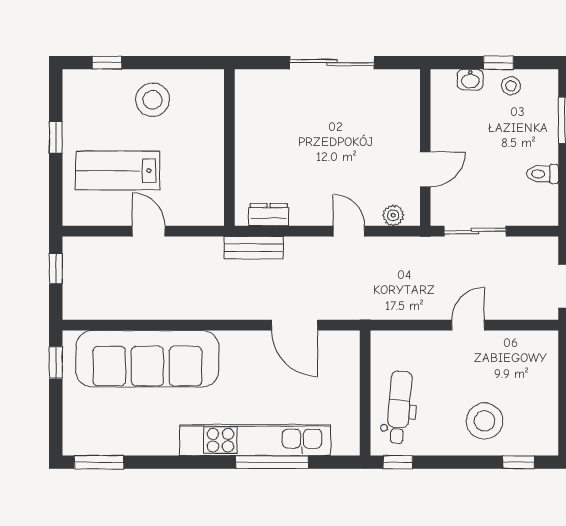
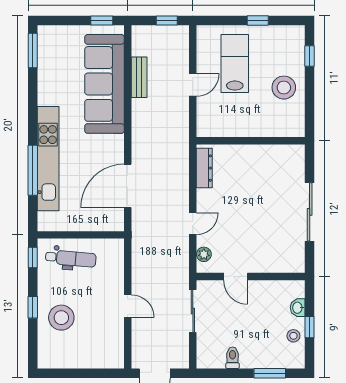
dresser: (269, 215) -> (204, 168), width x1.44
bench: (254, 248) -> (139, 77), moved
door: (295, 325) -> (128, 186), width x1.36
window: (519, 462) -> (33, 307), moved

